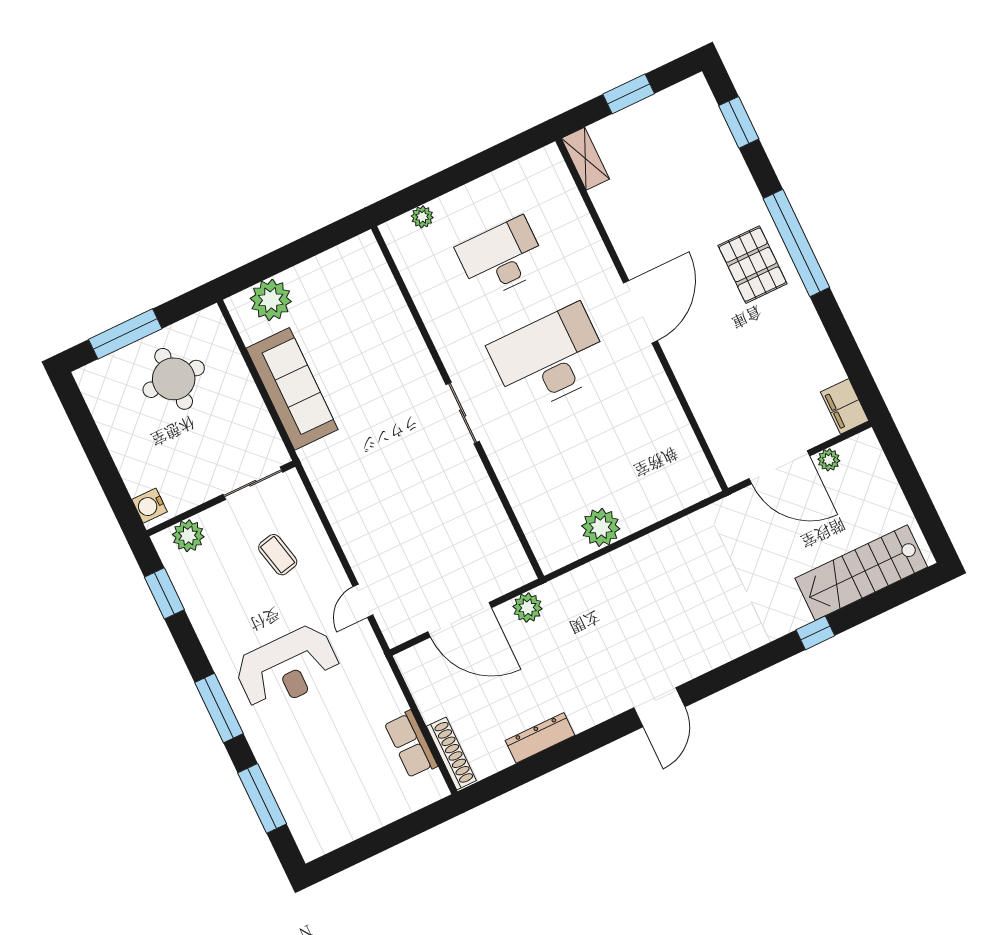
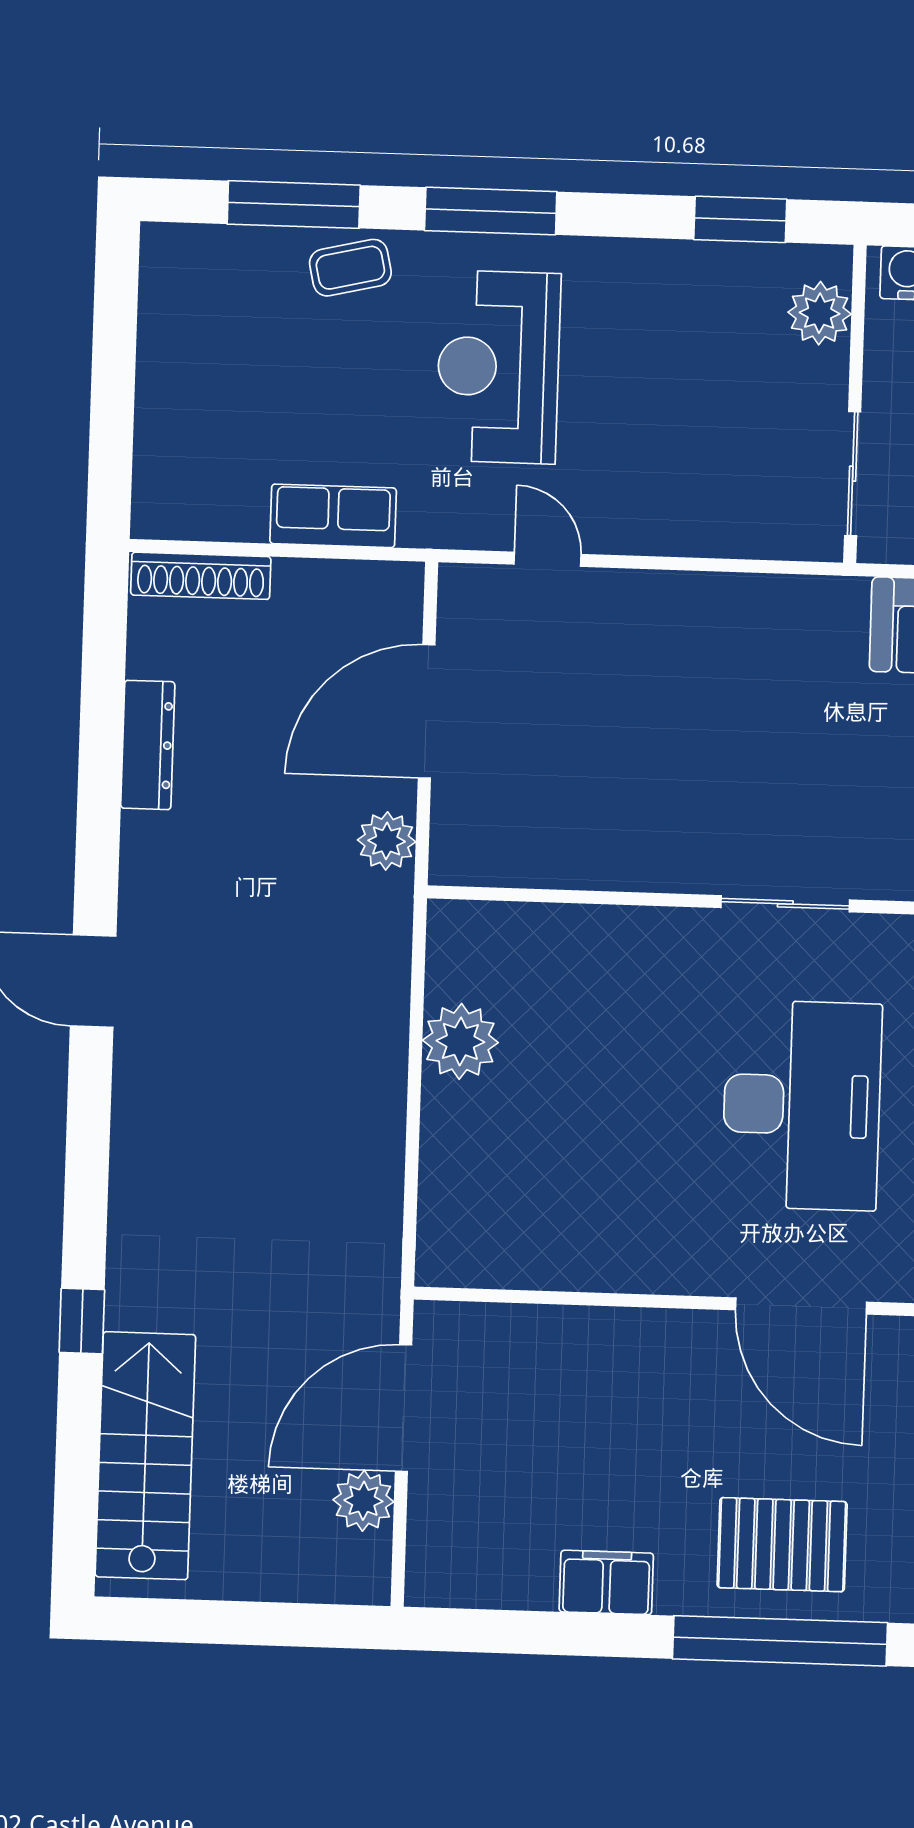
filing cabinet: (845, 406) -> (606, 1582), moved
plant: (829, 460) -> (363, 1501), width x1.38, depth x1.38
coffee table: (278, 555) -> (350, 268), moved
row of seats: (411, 744) -> (333, 516), moved

